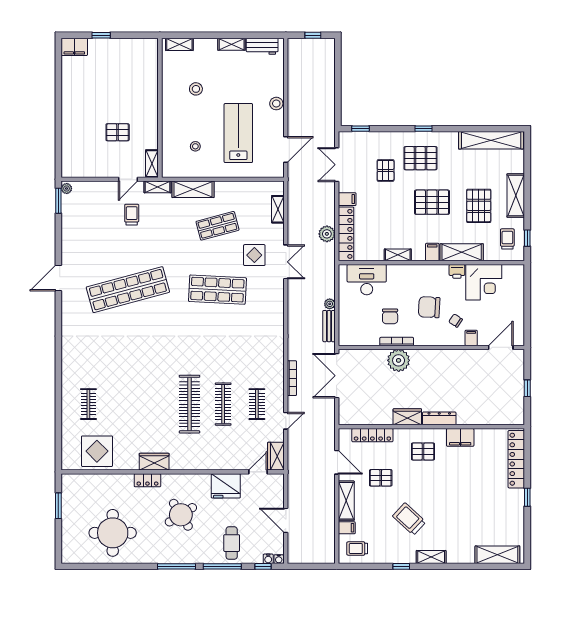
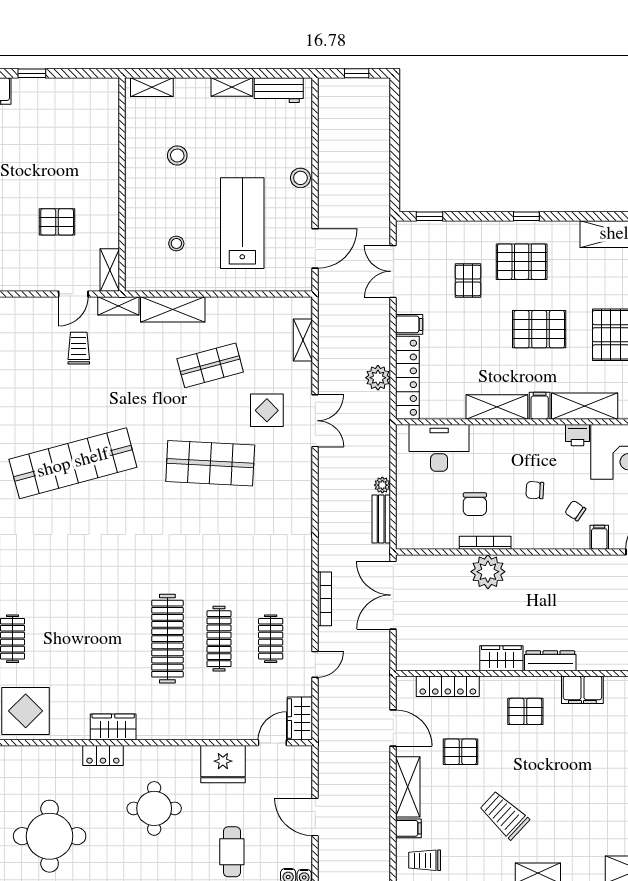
shelving: (398, 255) -> (497, 407), width x1.50, depth x1.33
chair: (429, 307) -> (535, 490), width x0.54, depth x0.54
round table: (181, 515) -> (154, 808), turned 32

